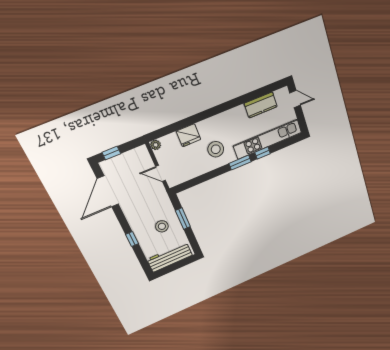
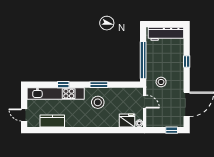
fridge: (188, 135) -> (127, 121), moved
window: (240, 163) -> (99, 85), moved
window: (183, 219) -> (143, 60), width x2.11
stool: (162, 226) -> (161, 82), moved

